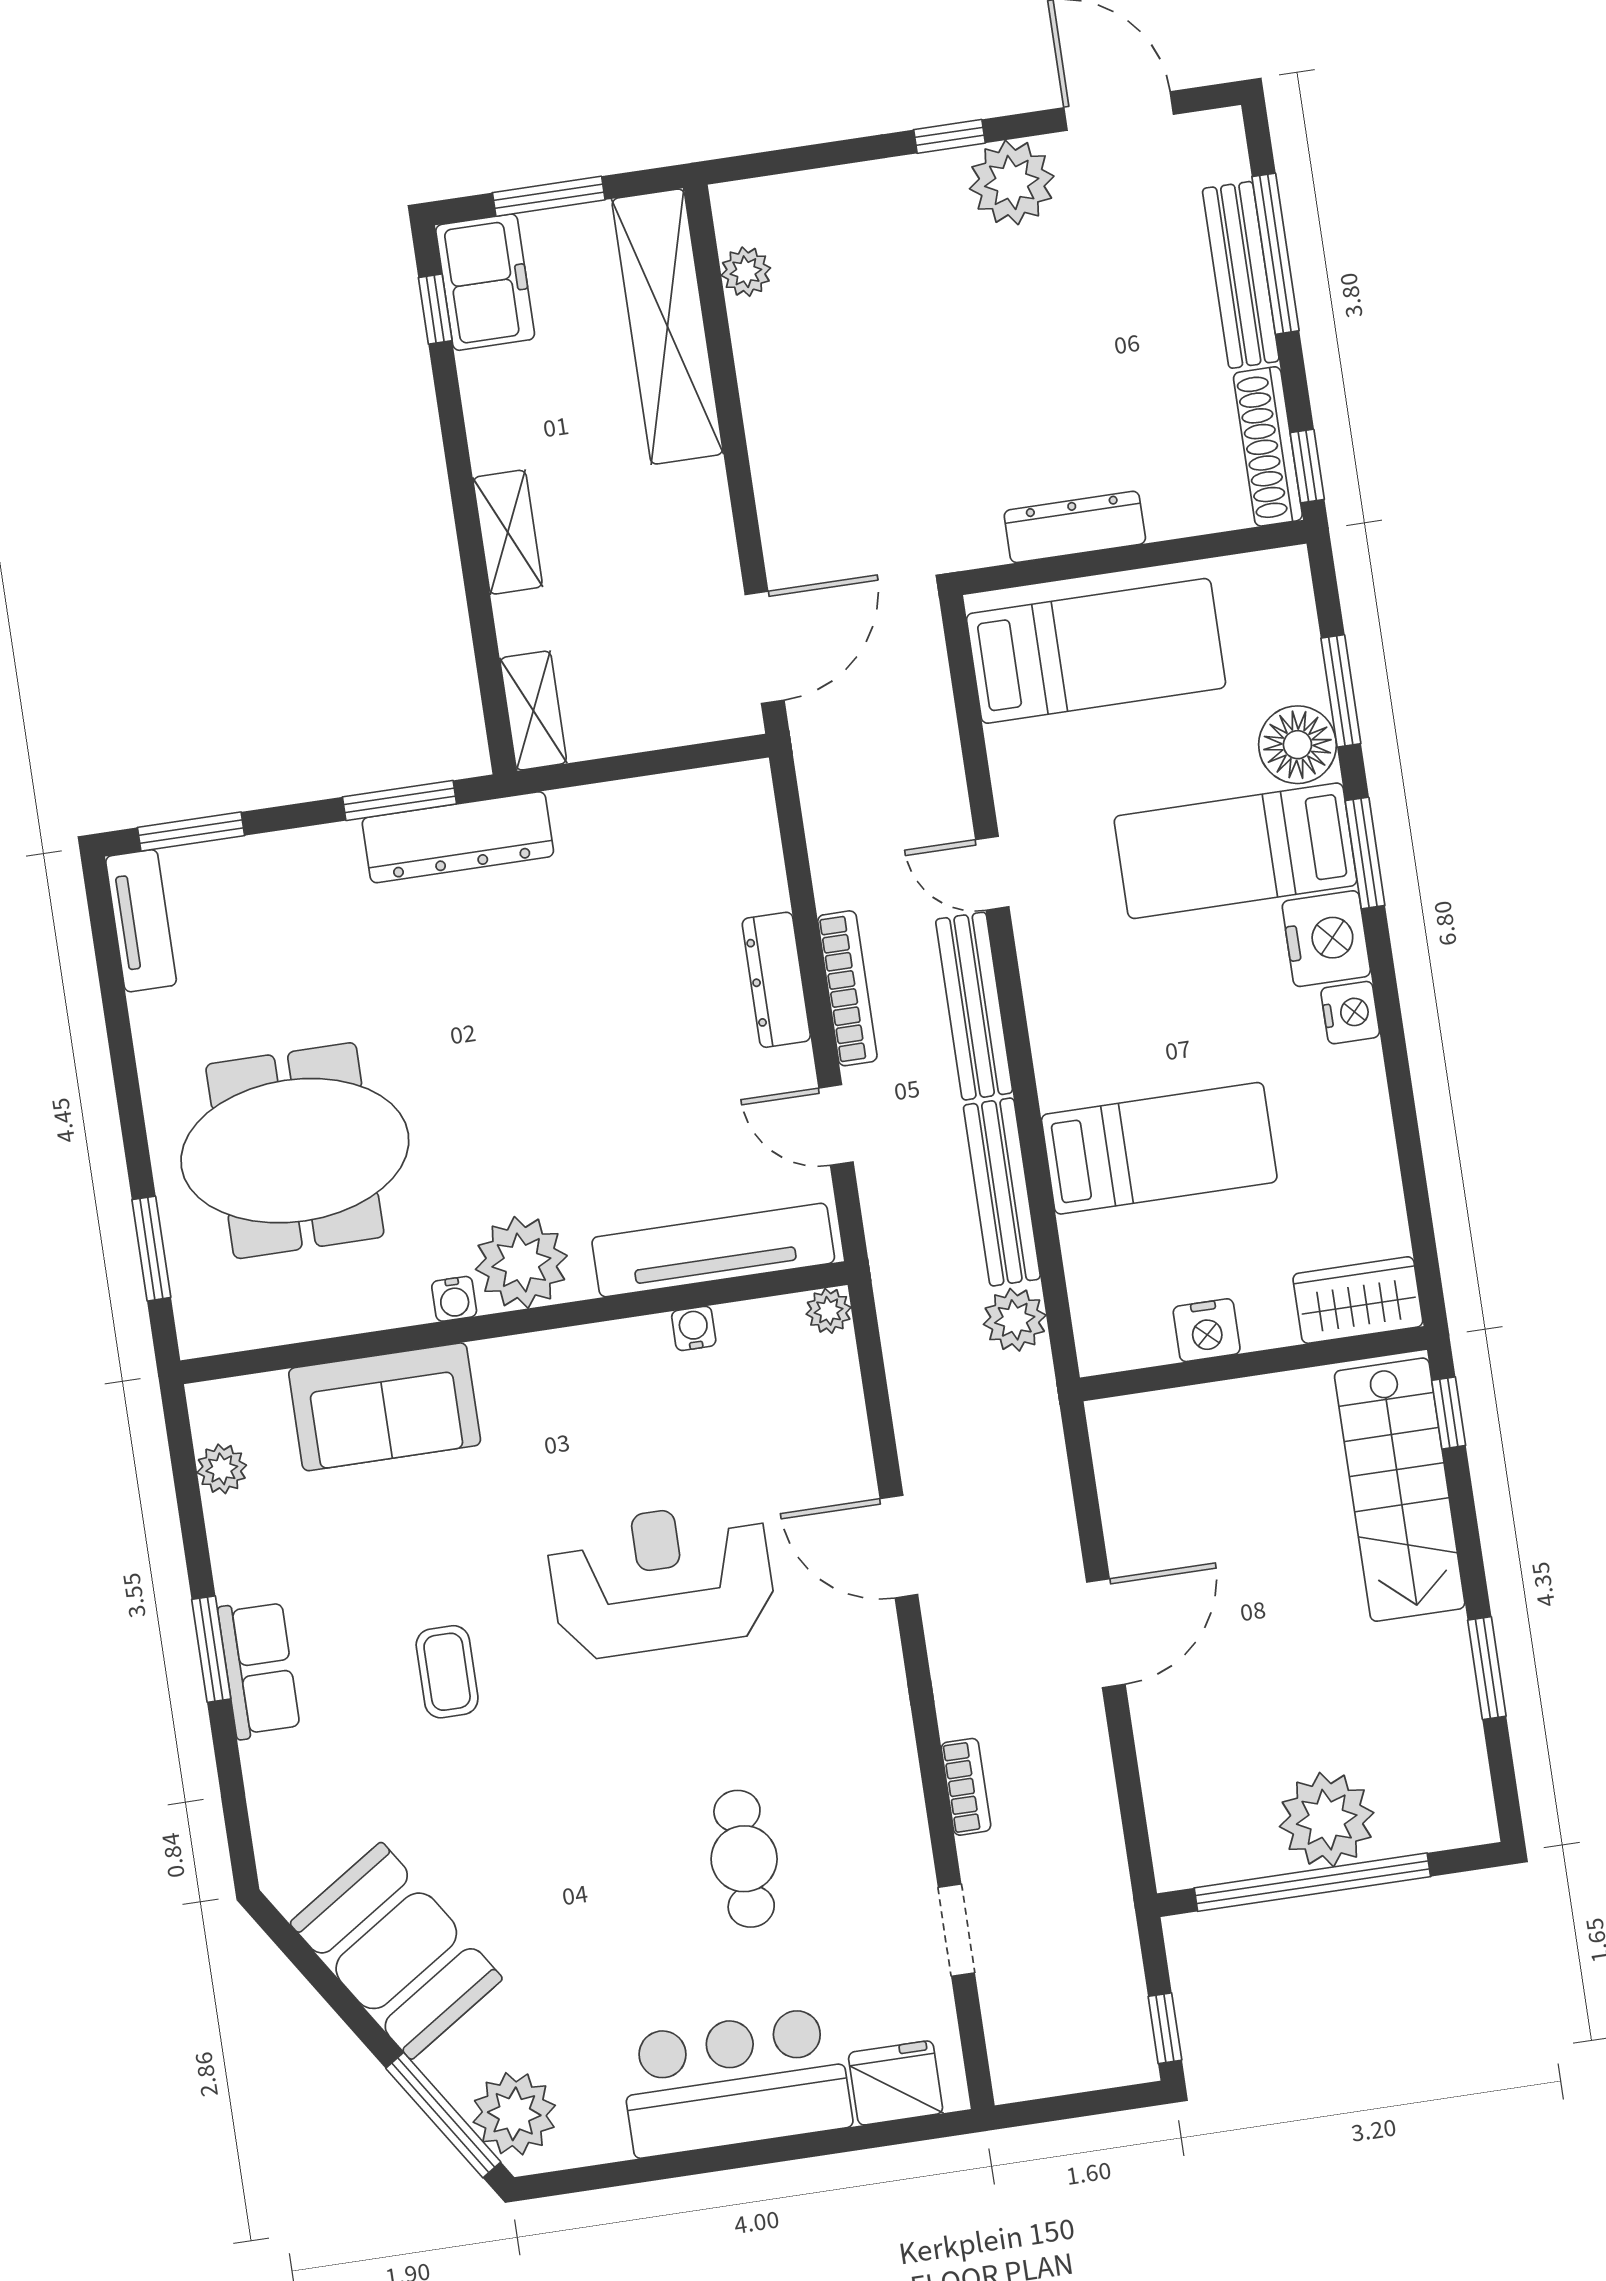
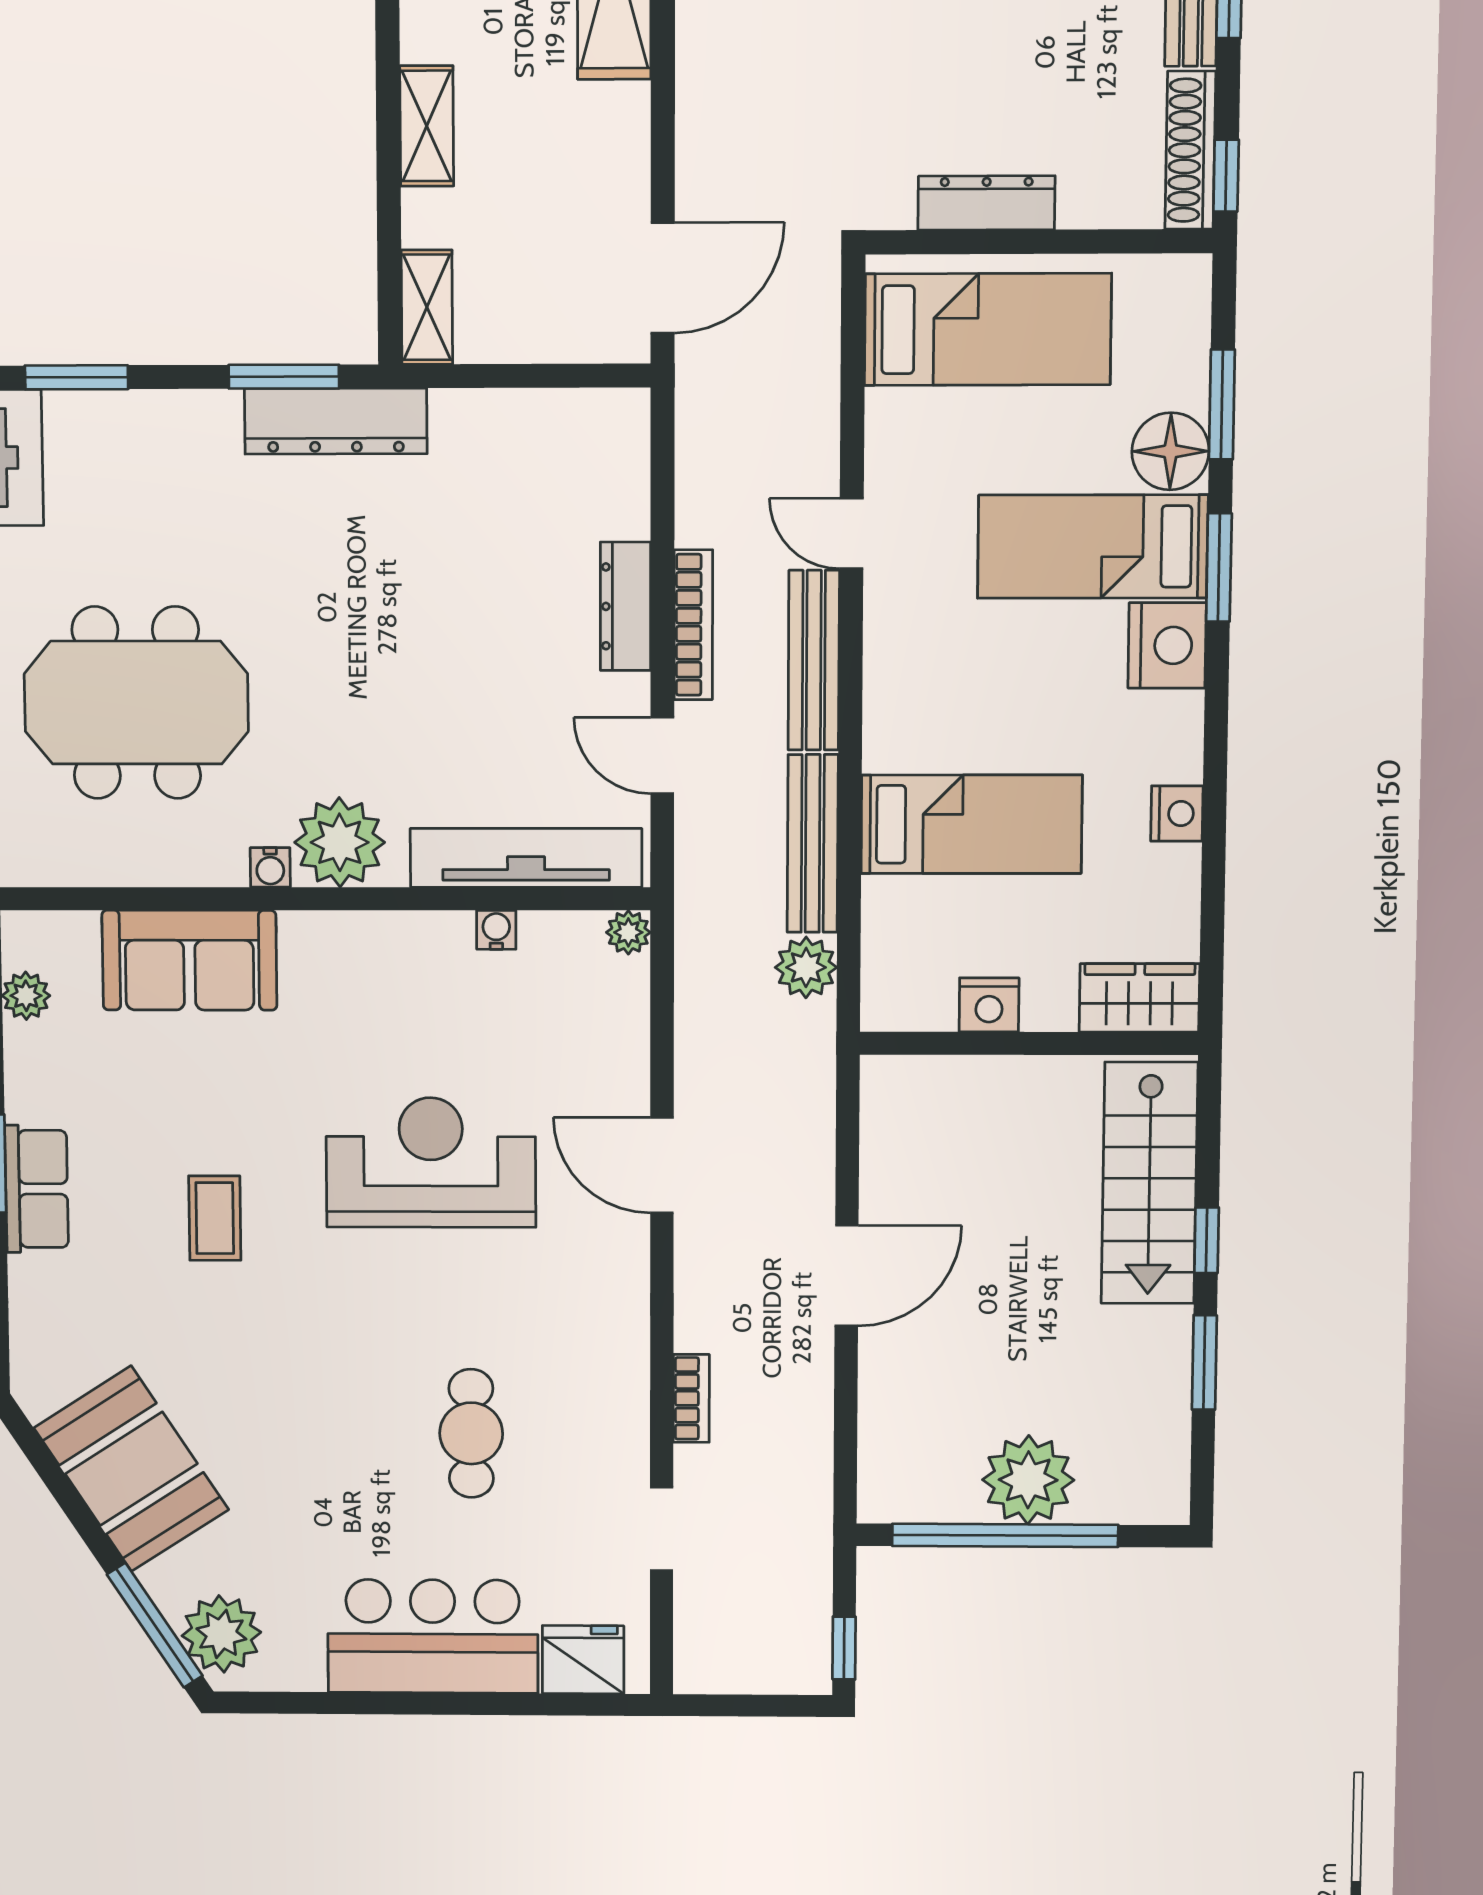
nightstand: (1350, 1013) -> (1177, 814), moved
window: (1449, 1413) -> (1207, 1240), moved

